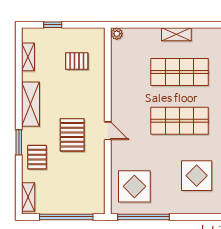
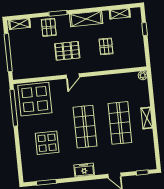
pallet: (77, 61) -> (106, 46), moved
pallet: (37, 157) -> (49, 27), turned 90
display table: (134, 186) -> (35, 99), width x1.36, depth x1.36

